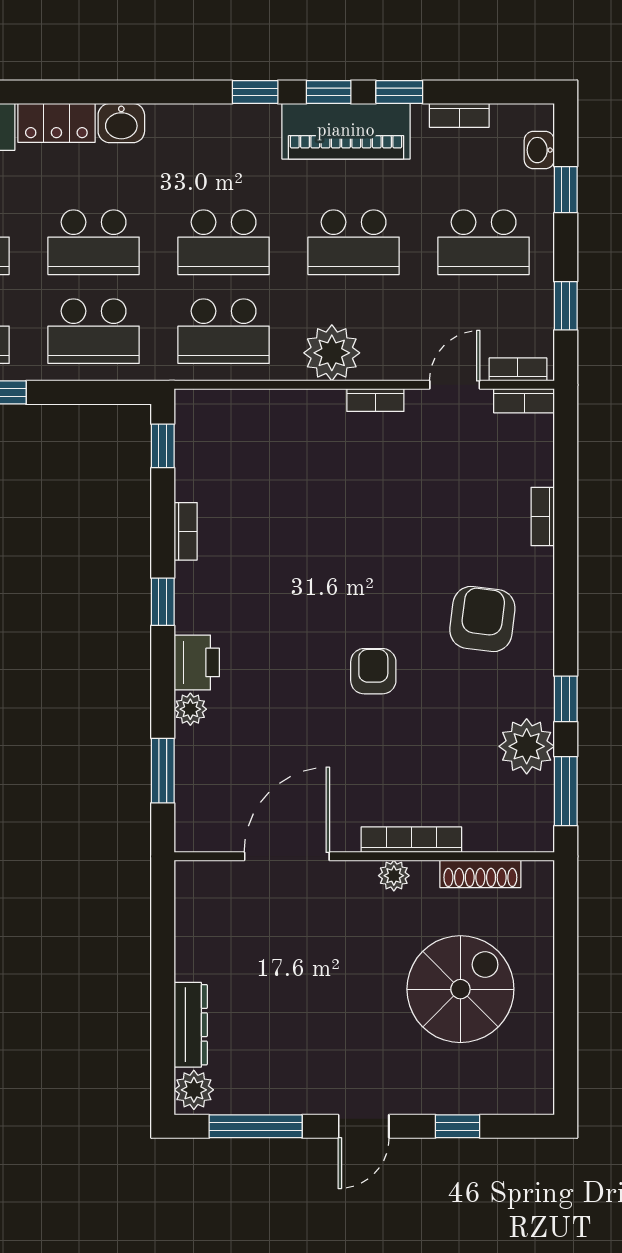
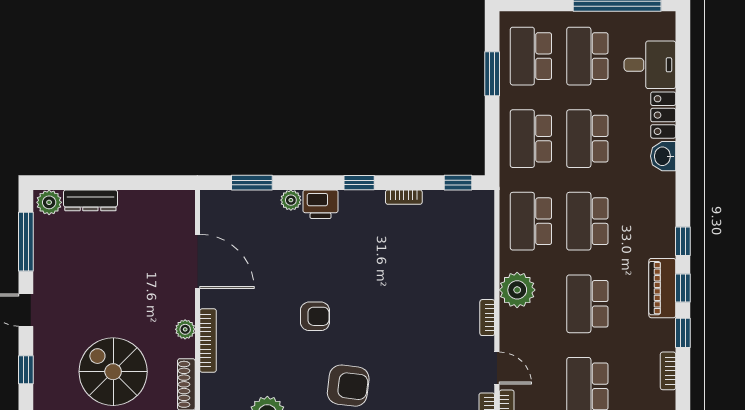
piano: (346, 131) -> (662, 288), width x0.73, depth x0.75
spiral stairs: (460, 989) -> (113, 372), turned 180

